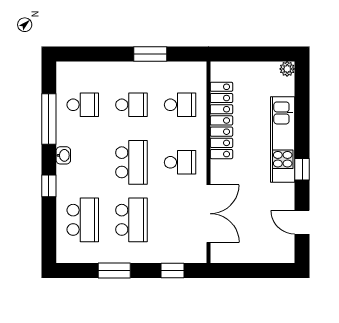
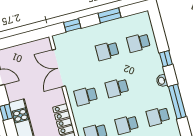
school desk: (131, 162) -> (117, 88), width x0.54
school desk: (83, 220) -> (138, 43), width x0.54
school desk: (131, 220) -> (107, 51), width x0.54

